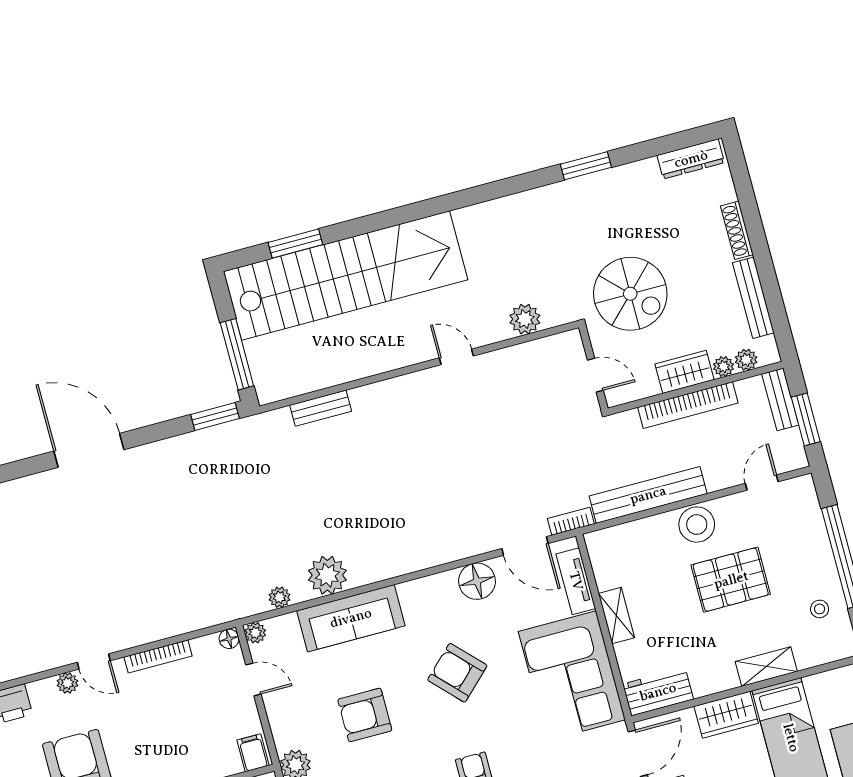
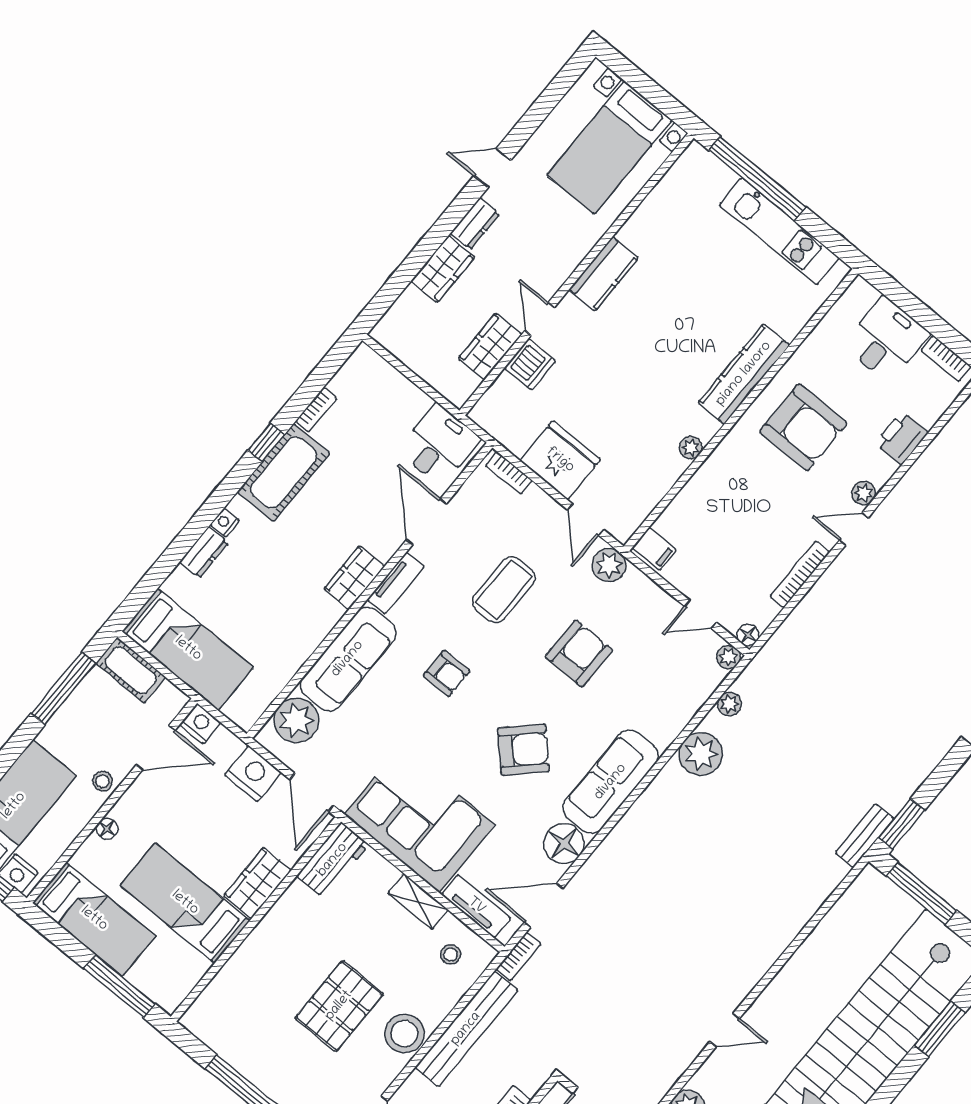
bench: (321, 408) -> (865, 836), moved
stool: (820, 609) -> (451, 954), moved
sofa: (351, 618) -> (611, 782), moved
shelving: (766, 667) -> (252, 951), removed

